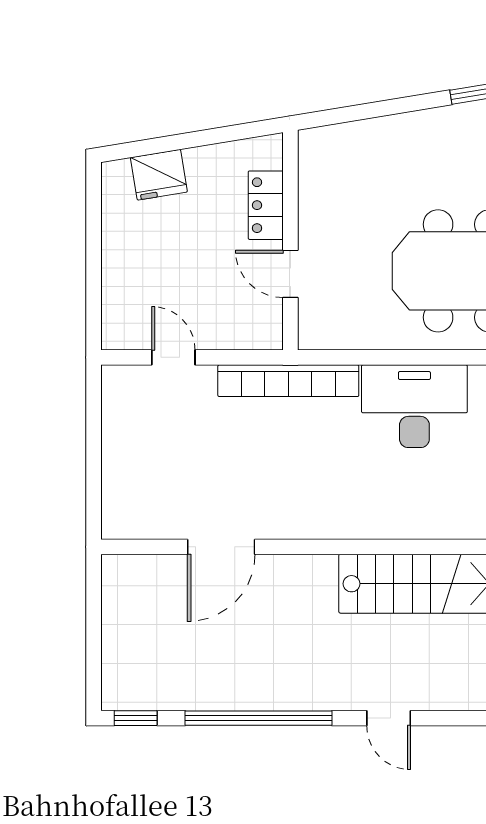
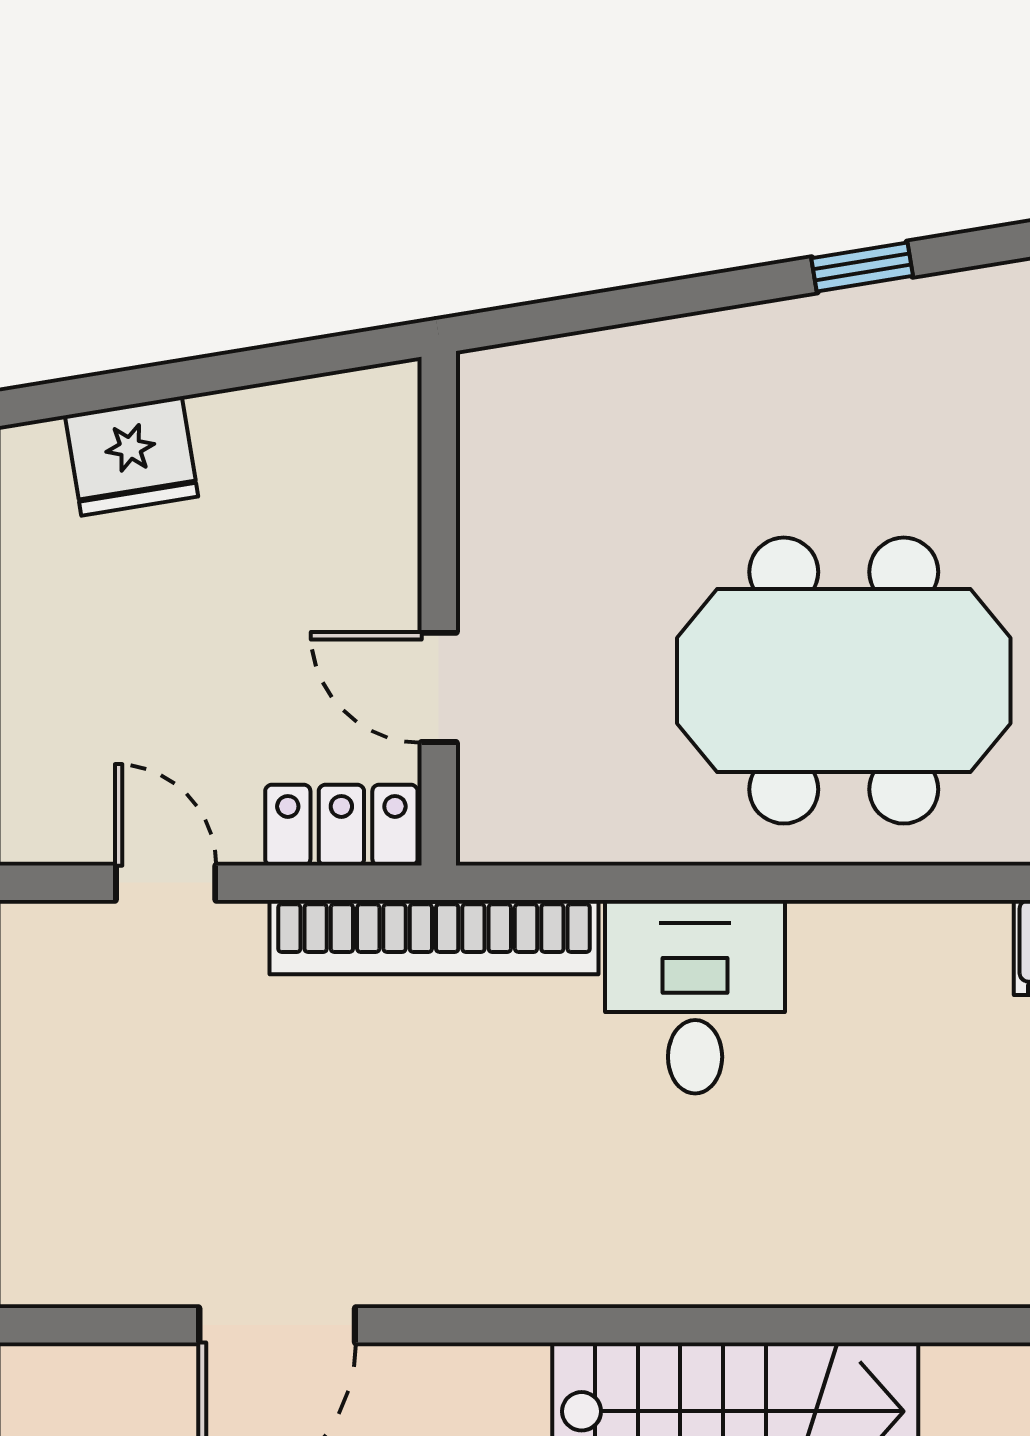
locker: (266, 205) -> (341, 825), moved, turned 90
desk: (414, 406) -> (695, 997), width x0.73

